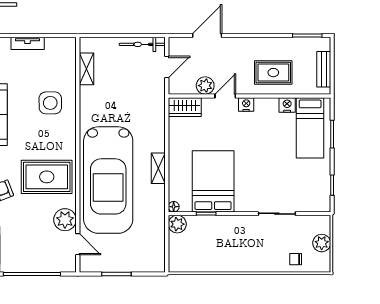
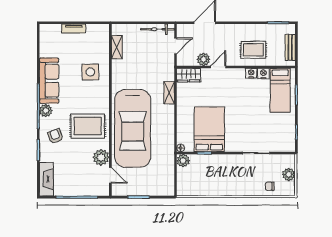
nightstand: (246, 104) -> (251, 73), moved
shelving: (158, 168) -> (169, 93), moved

